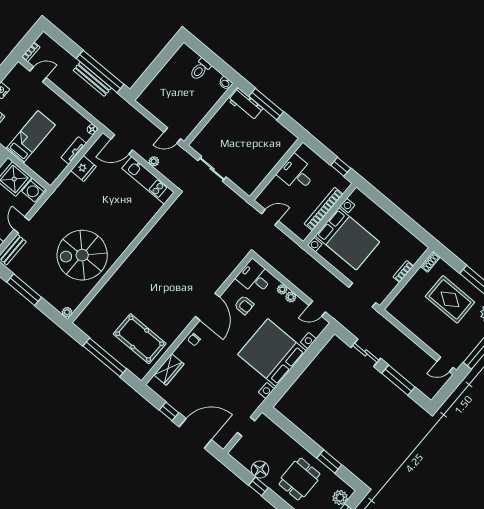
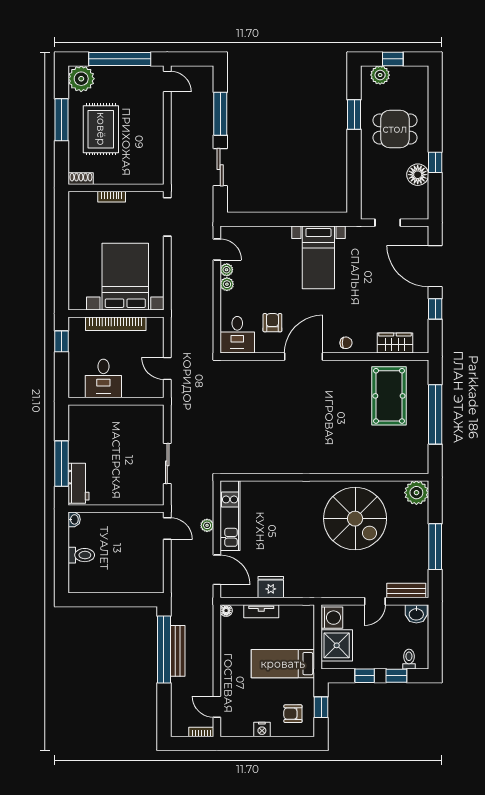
plant: (282, 289) -> (227, 270), moved
plant: (67, 312) -> (416, 493), width x1.88, depth x1.88
bed with nightstands: (272, 353) -> (318, 257), width x0.54

